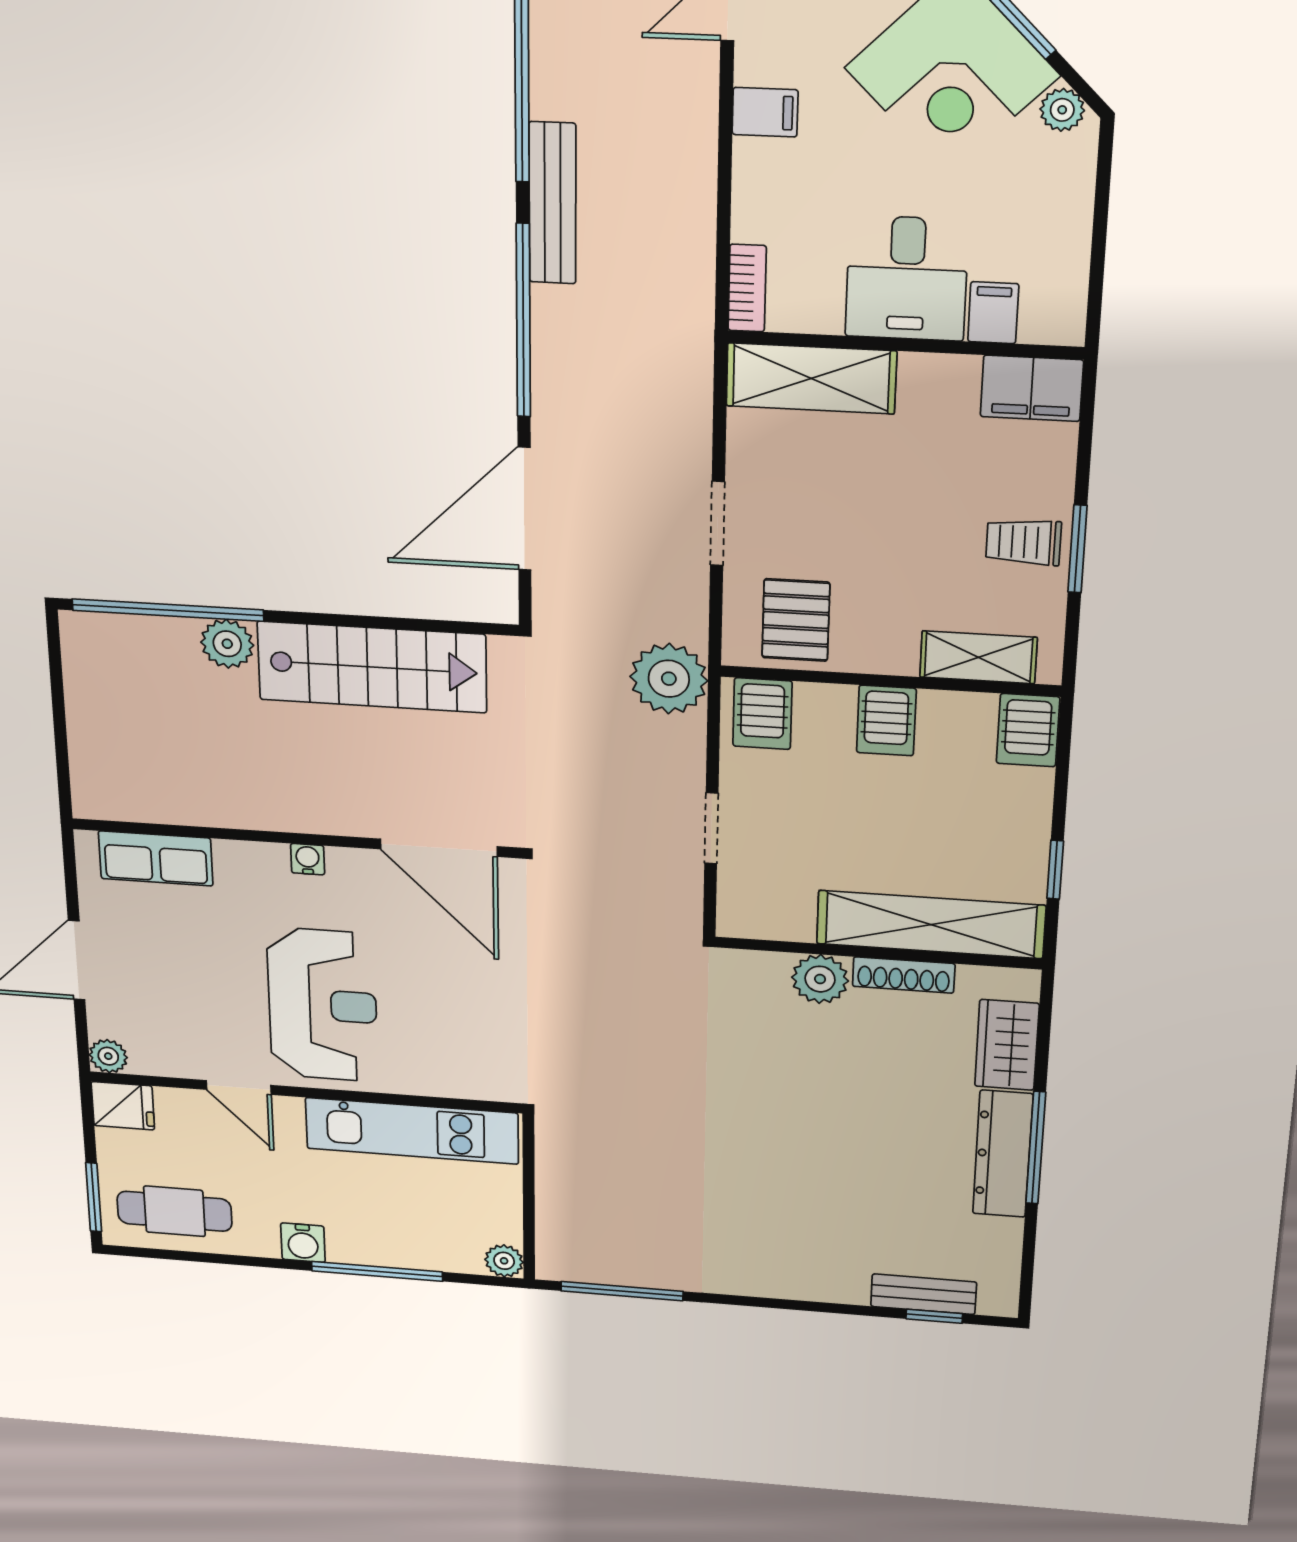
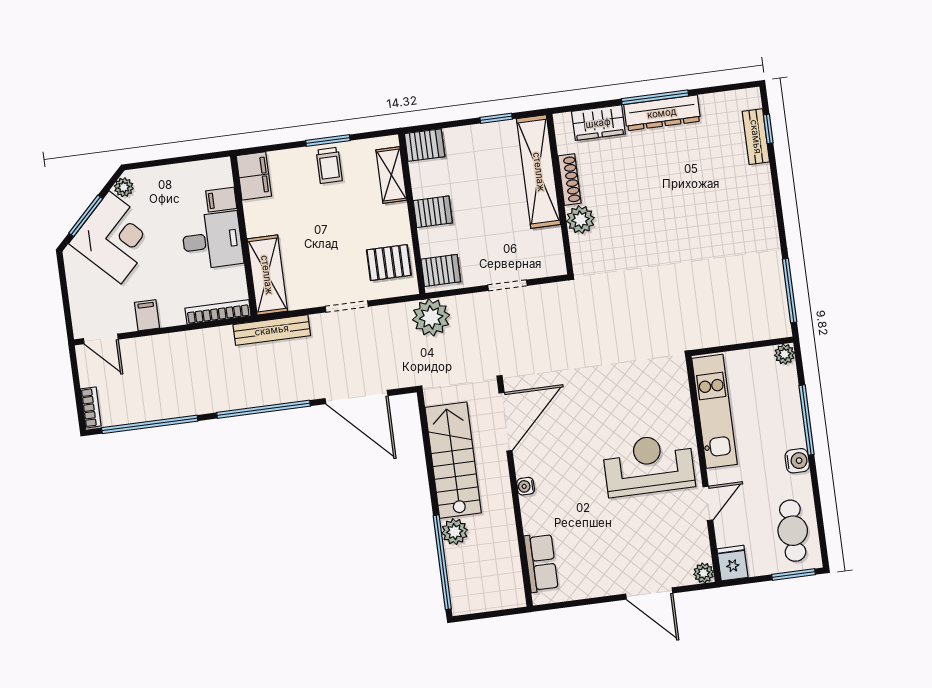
bench: (553, 203) -> (272, 330), moved
bookcase: (747, 288) -> (218, 312), width x1.56
wall: (295, 838) -> (515, 494), moved
door: (439, 848) -> (506, 422), moved
row of seats: (156, 858) -> (541, 563), moved
water cooler: (308, 859) -> (526, 486), moved

